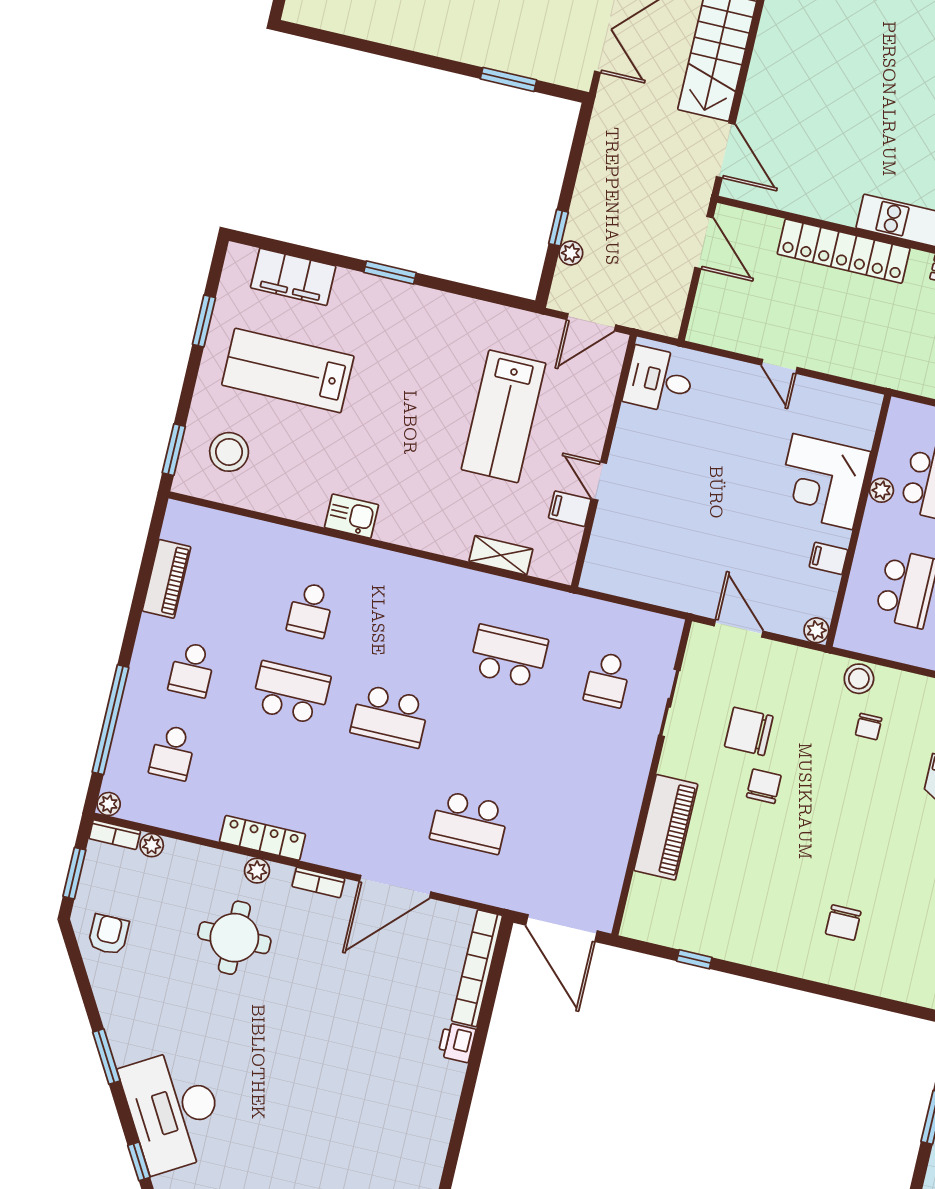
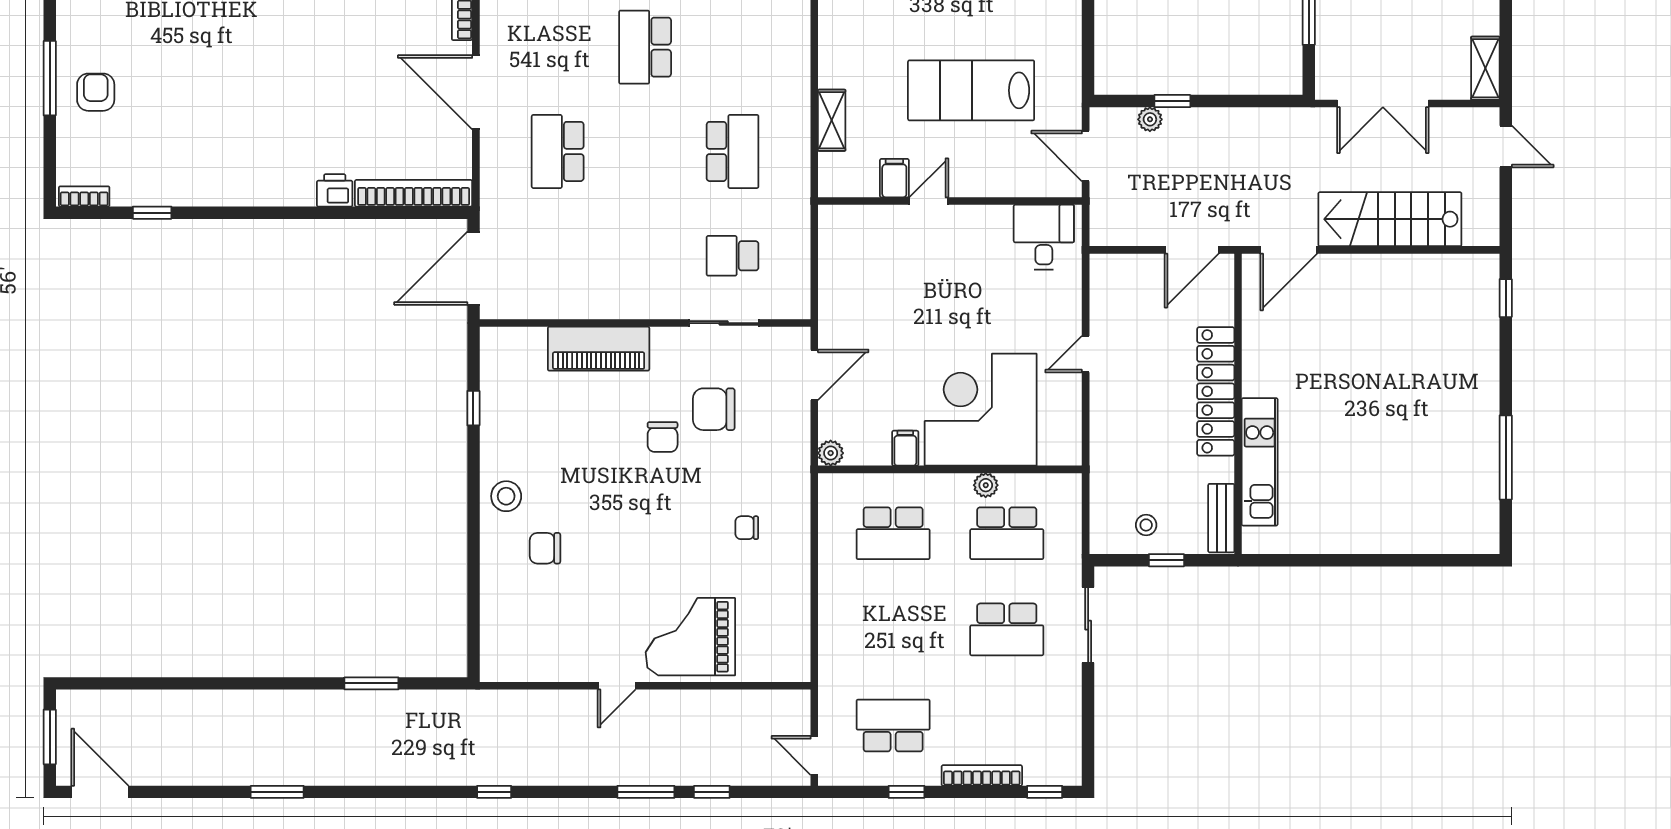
corner desk: (823, 482) -> (981, 410), width x1.36, depth x1.36
stool: (859, 679) -> (506, 496), moved
chair: (749, 731) -> (714, 409), turned -90
chair: (764, 786) -> (663, 437), turned 90

